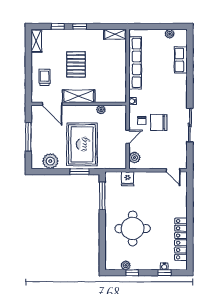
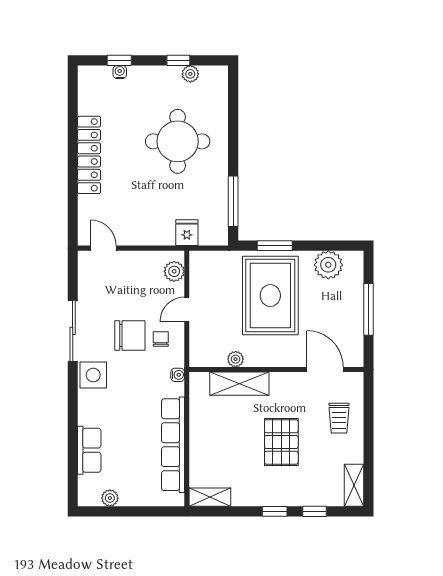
shelving: (79, 96) -> (239, 384), moved
side table: (179, 101) -> (93, 375), added
locker: (181, 239) -> (89, 155), moved

